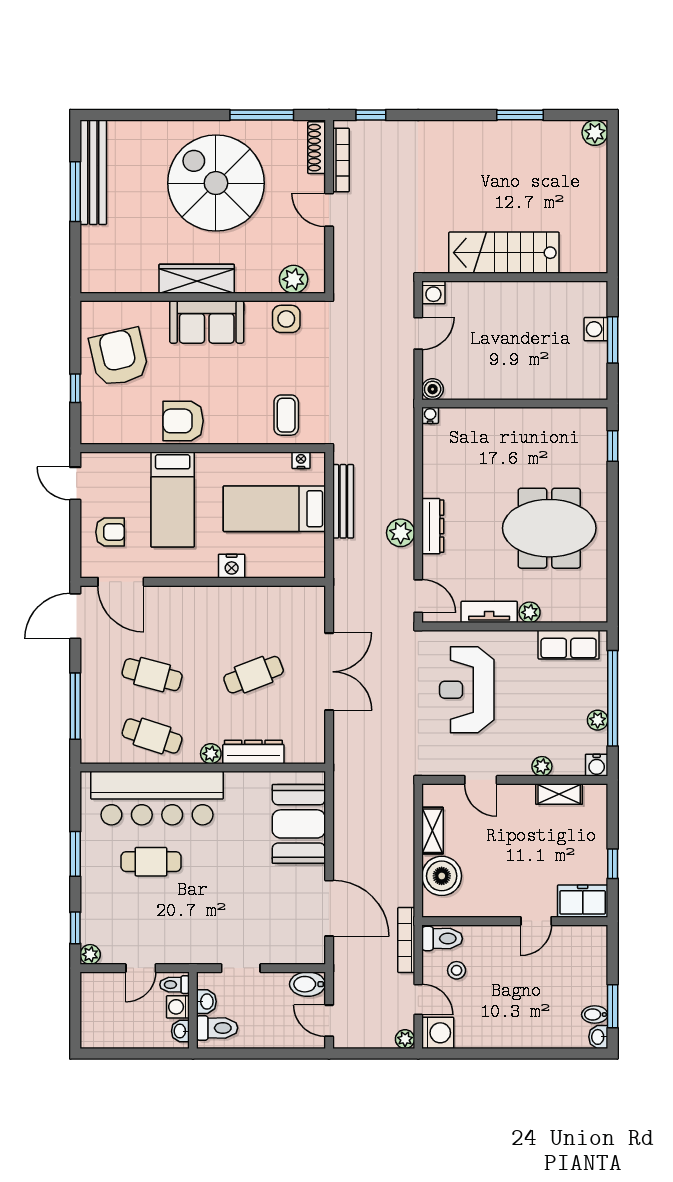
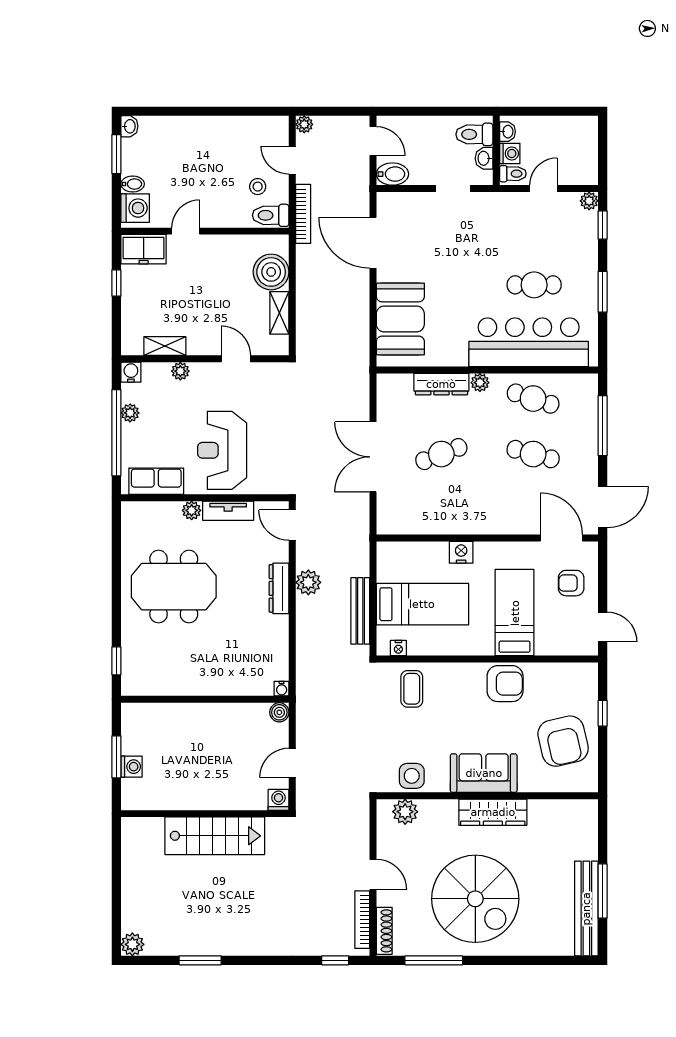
reception desk: (467, 690) -> (222, 450), moved, turned 180
bidet: (595, 1015) -> (133, 184), moved
washing machine: (438, 1033) -> (135, 208), moved, turned 180

